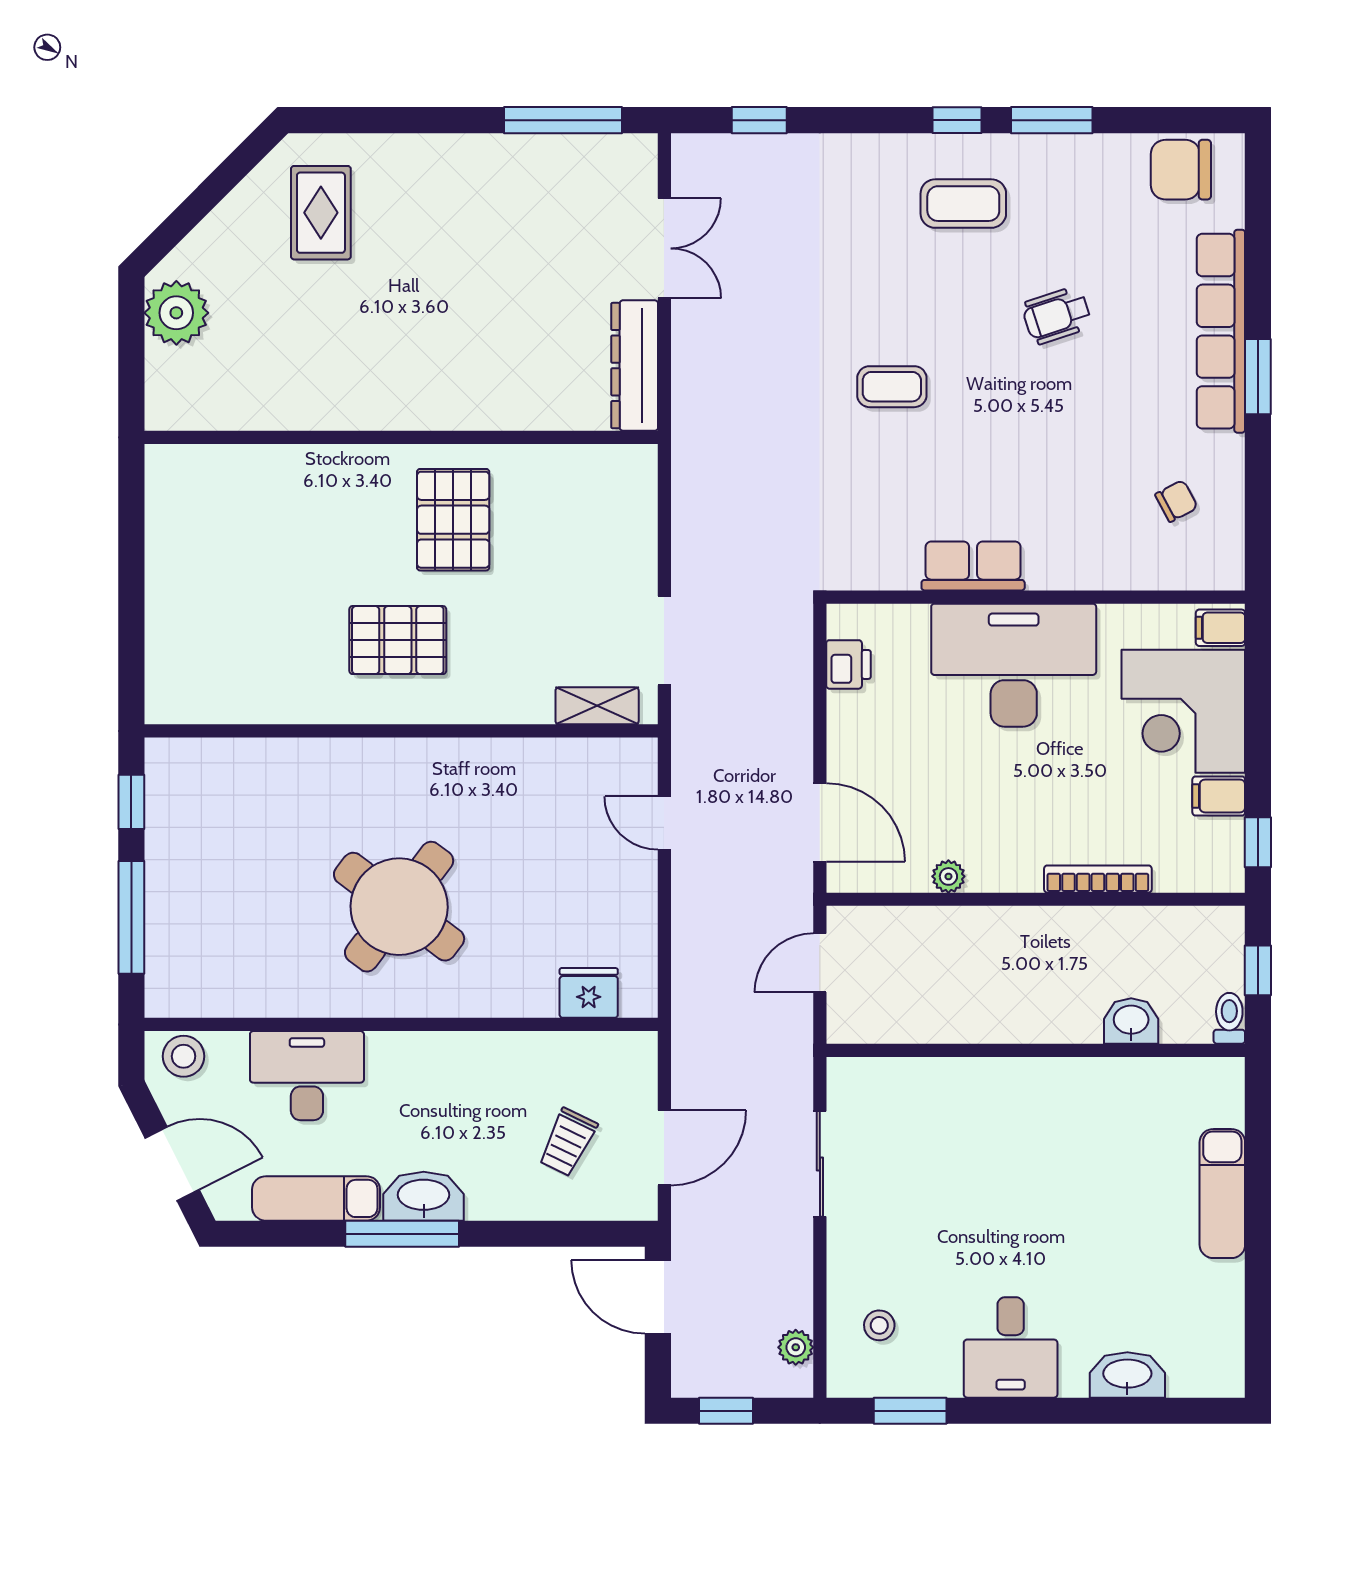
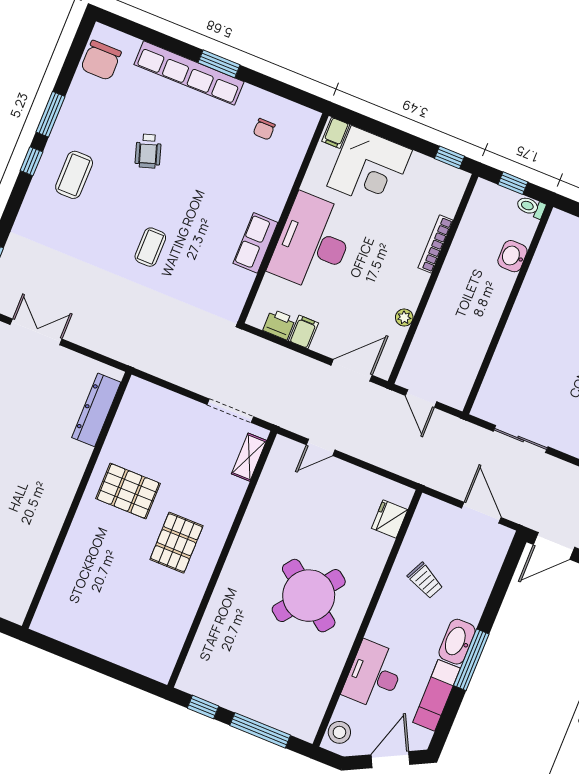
dresser: (635, 366) -> (96, 410), moved, turned 90
chair: (1176, 501) -> (264, 129), turned -152
filing cabinet: (1219, 796) -> (303, 332), moved, turned 180
trolley: (568, 1142) -> (425, 581), moved

